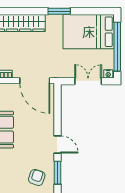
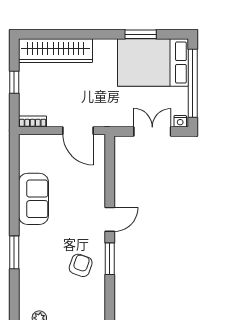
window: (59, 11) -> (141, 34), moved
door: (35, 81) -> (78, 131), width x0.73
door: (58, 144) -> (110, 219), hinge flipped

